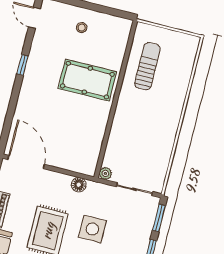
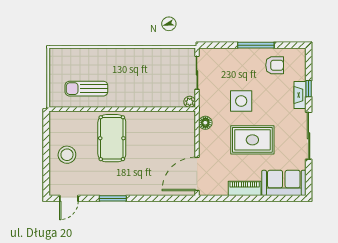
stool: (82, 28) -> (67, 155), width x1.89, depth x1.89
window: (23, 65) -> (113, 198), width x1.50
window: (159, 218) -> (217, 45), removed

